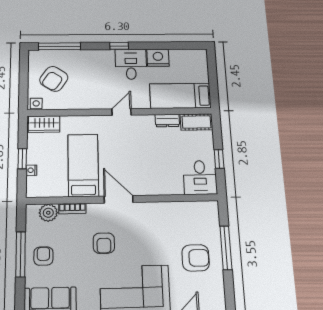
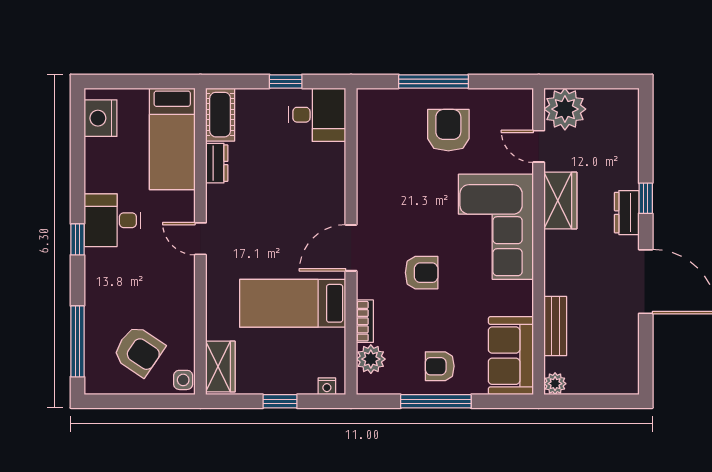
nightstand: (158, 58) -> (101, 118), moved
nightstand: (31, 170) -> (327, 386), moved

